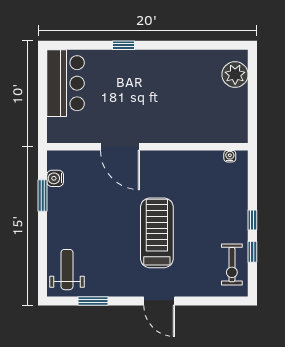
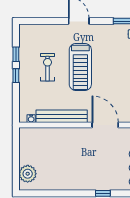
bench: (185, 160) -> (62, 116), added
exercise bike: (232, 265) -> (48, 67), moved

